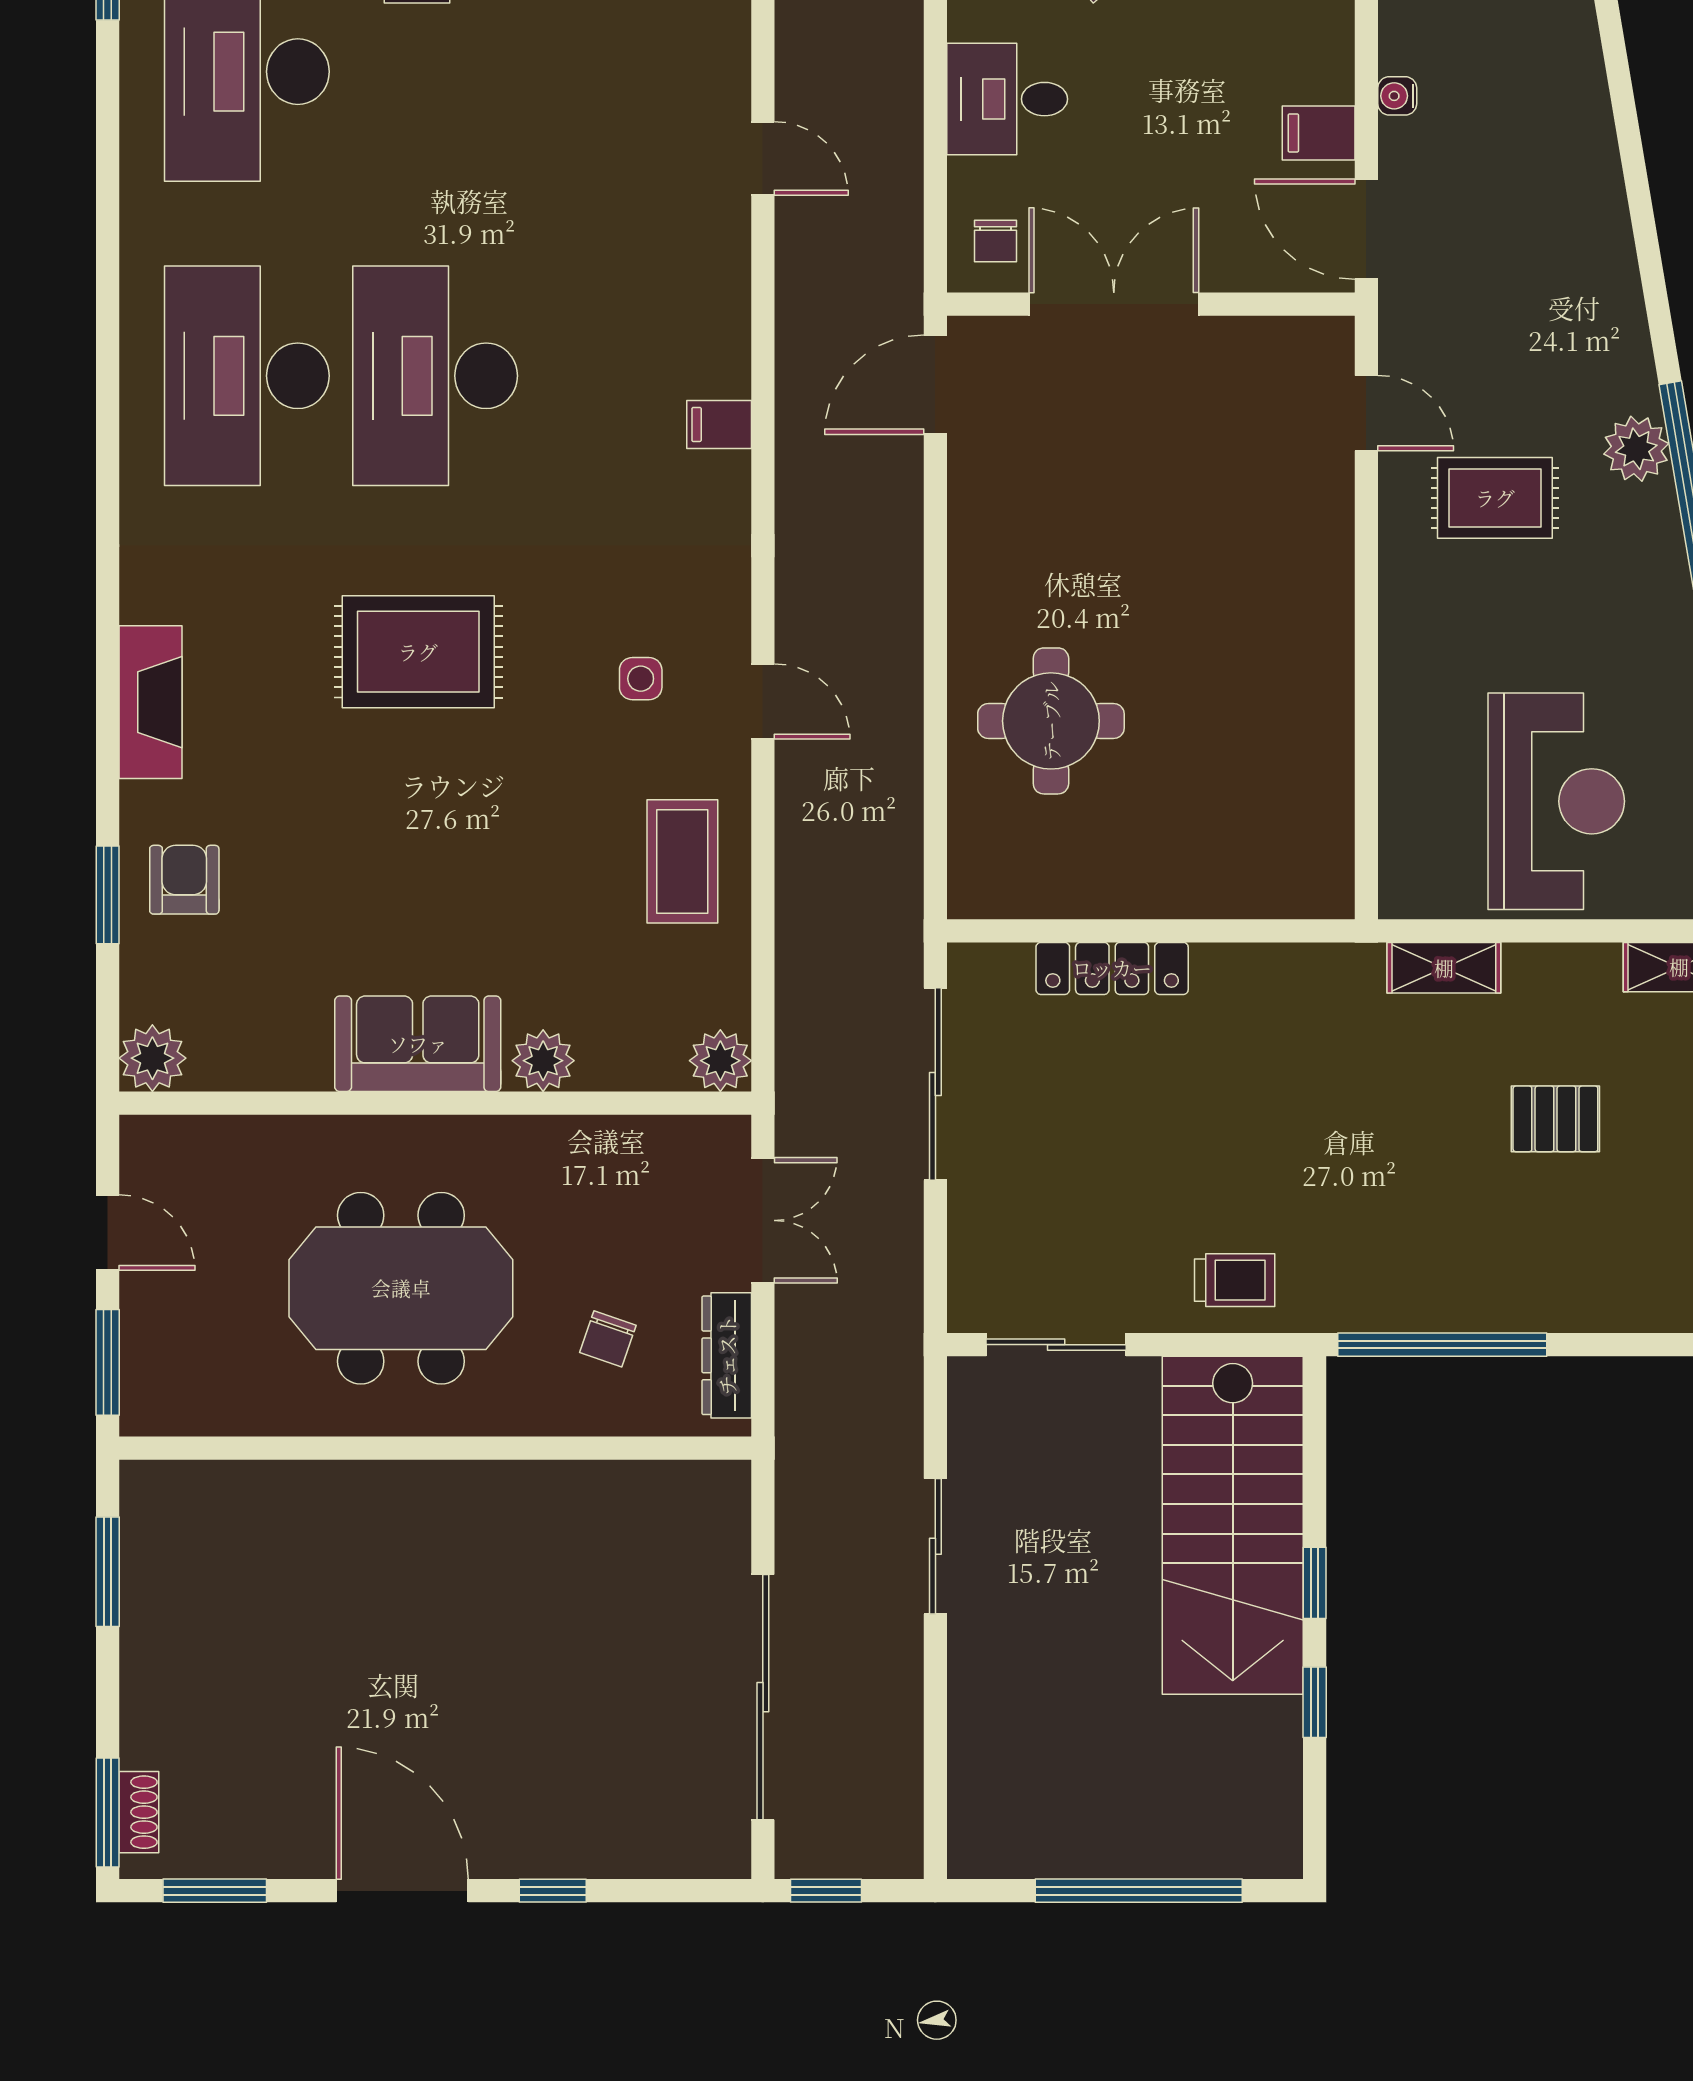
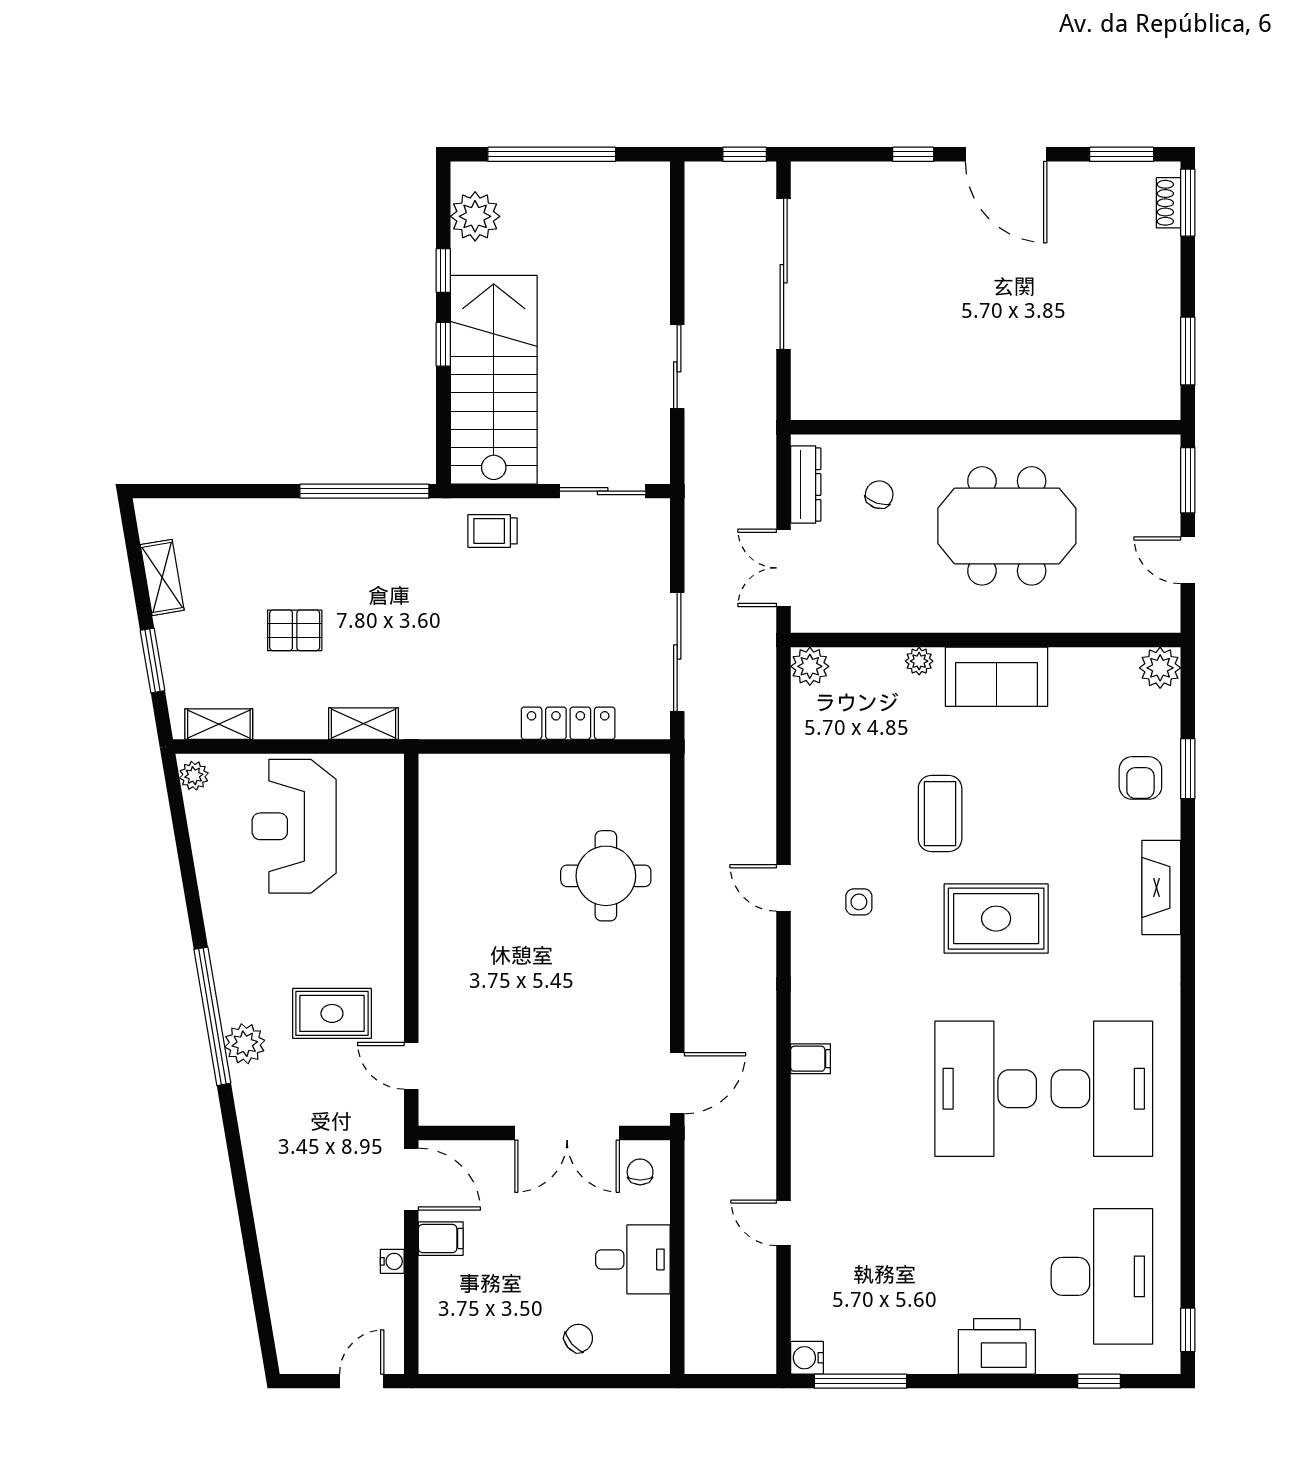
desk: (435, 376) -> (986, 1089), turned 180
coffee table: (682, 861) -> (940, 814), moved
plant: (543, 1061) -> (919, 661), width x0.73, depth x0.73
plant: (1263, 1790) -> (475, 216), added

